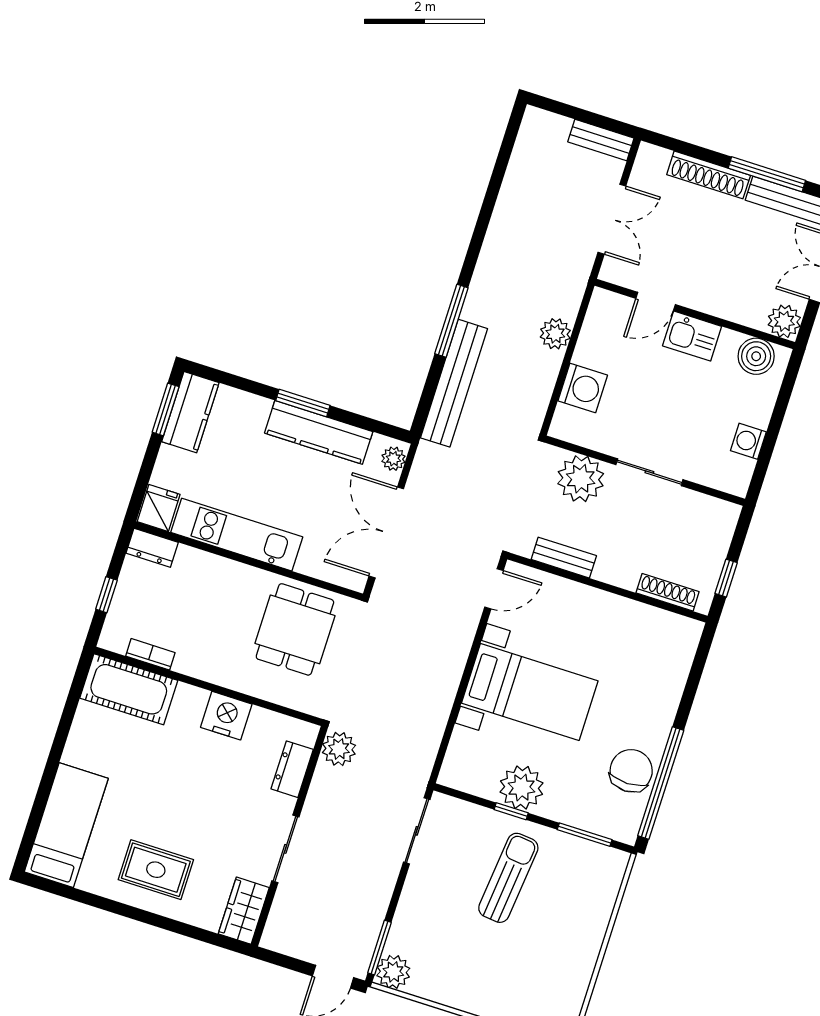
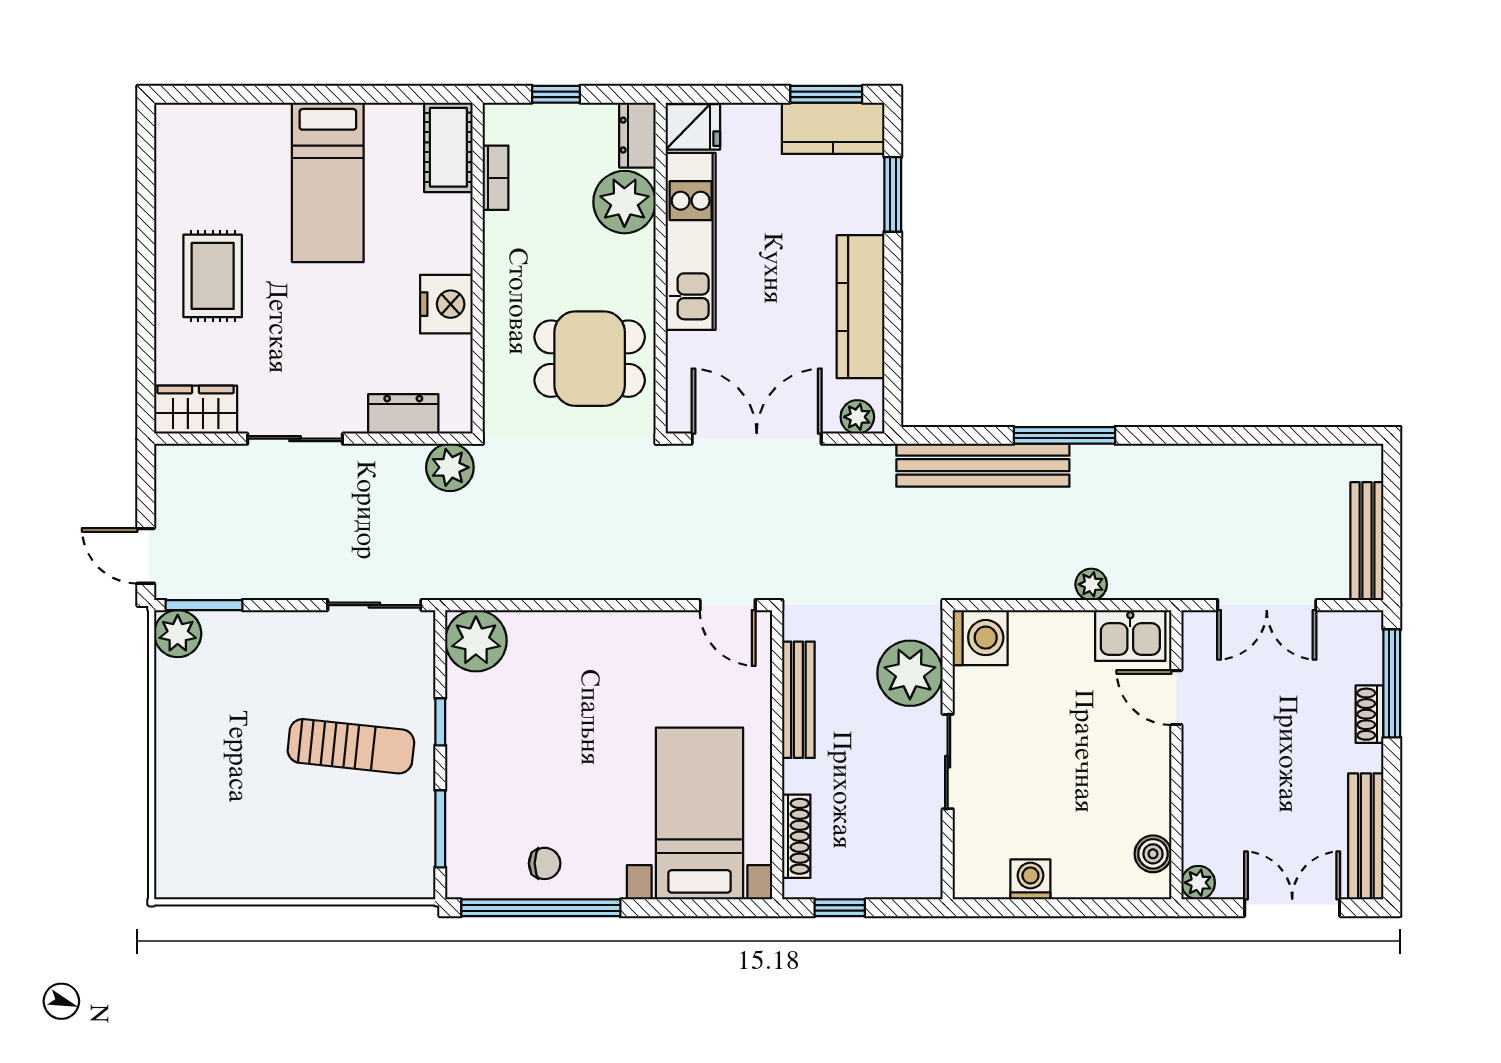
bench: (601, 140) -> (1367, 541), width x1.36
window: (767, 174) -> (1392, 683), moved
shoe rack: (709, 175) -> (1370, 714), width x0.51, depth x0.81
plant: (784, 321) -> (1198, 883), width x0.73, depth x0.73
plant: (555, 334) -> (1091, 584), width x0.73, depth x0.73
kitchen sink: (692, 336) -> (1130, 635), moved, turned -90
boiler: (756, 356) -> (1153, 854), width x0.73, depth x0.73
washing machine: (583, 388) -> (980, 638), moved, turned -90
window: (303, 403) -> (893, 194), moved
bench: (564, 558) -> (798, 700), width x1.36
plant: (195, 571) -> (624, 202), added
cot: (129, 689) -> (448, 147), width x0.73, depth x0.75
bed with nightstands: (530, 692) -> (700, 814), moved, turned 180
chair: (631, 771) -> (545, 863), width x0.54, depth x0.54
plant: (521, 788) -> (476, 641), moved
bed: (66, 825) -> (328, 182), moved, turned 90

